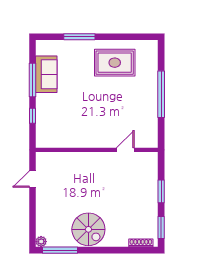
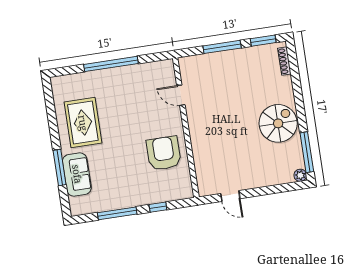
sofa: (46, 74) -> (77, 174), moved, turned 90
armchair: (78, 128) -> (164, 153), added
window: (161, 191) -> (222, 47), width x1.44

